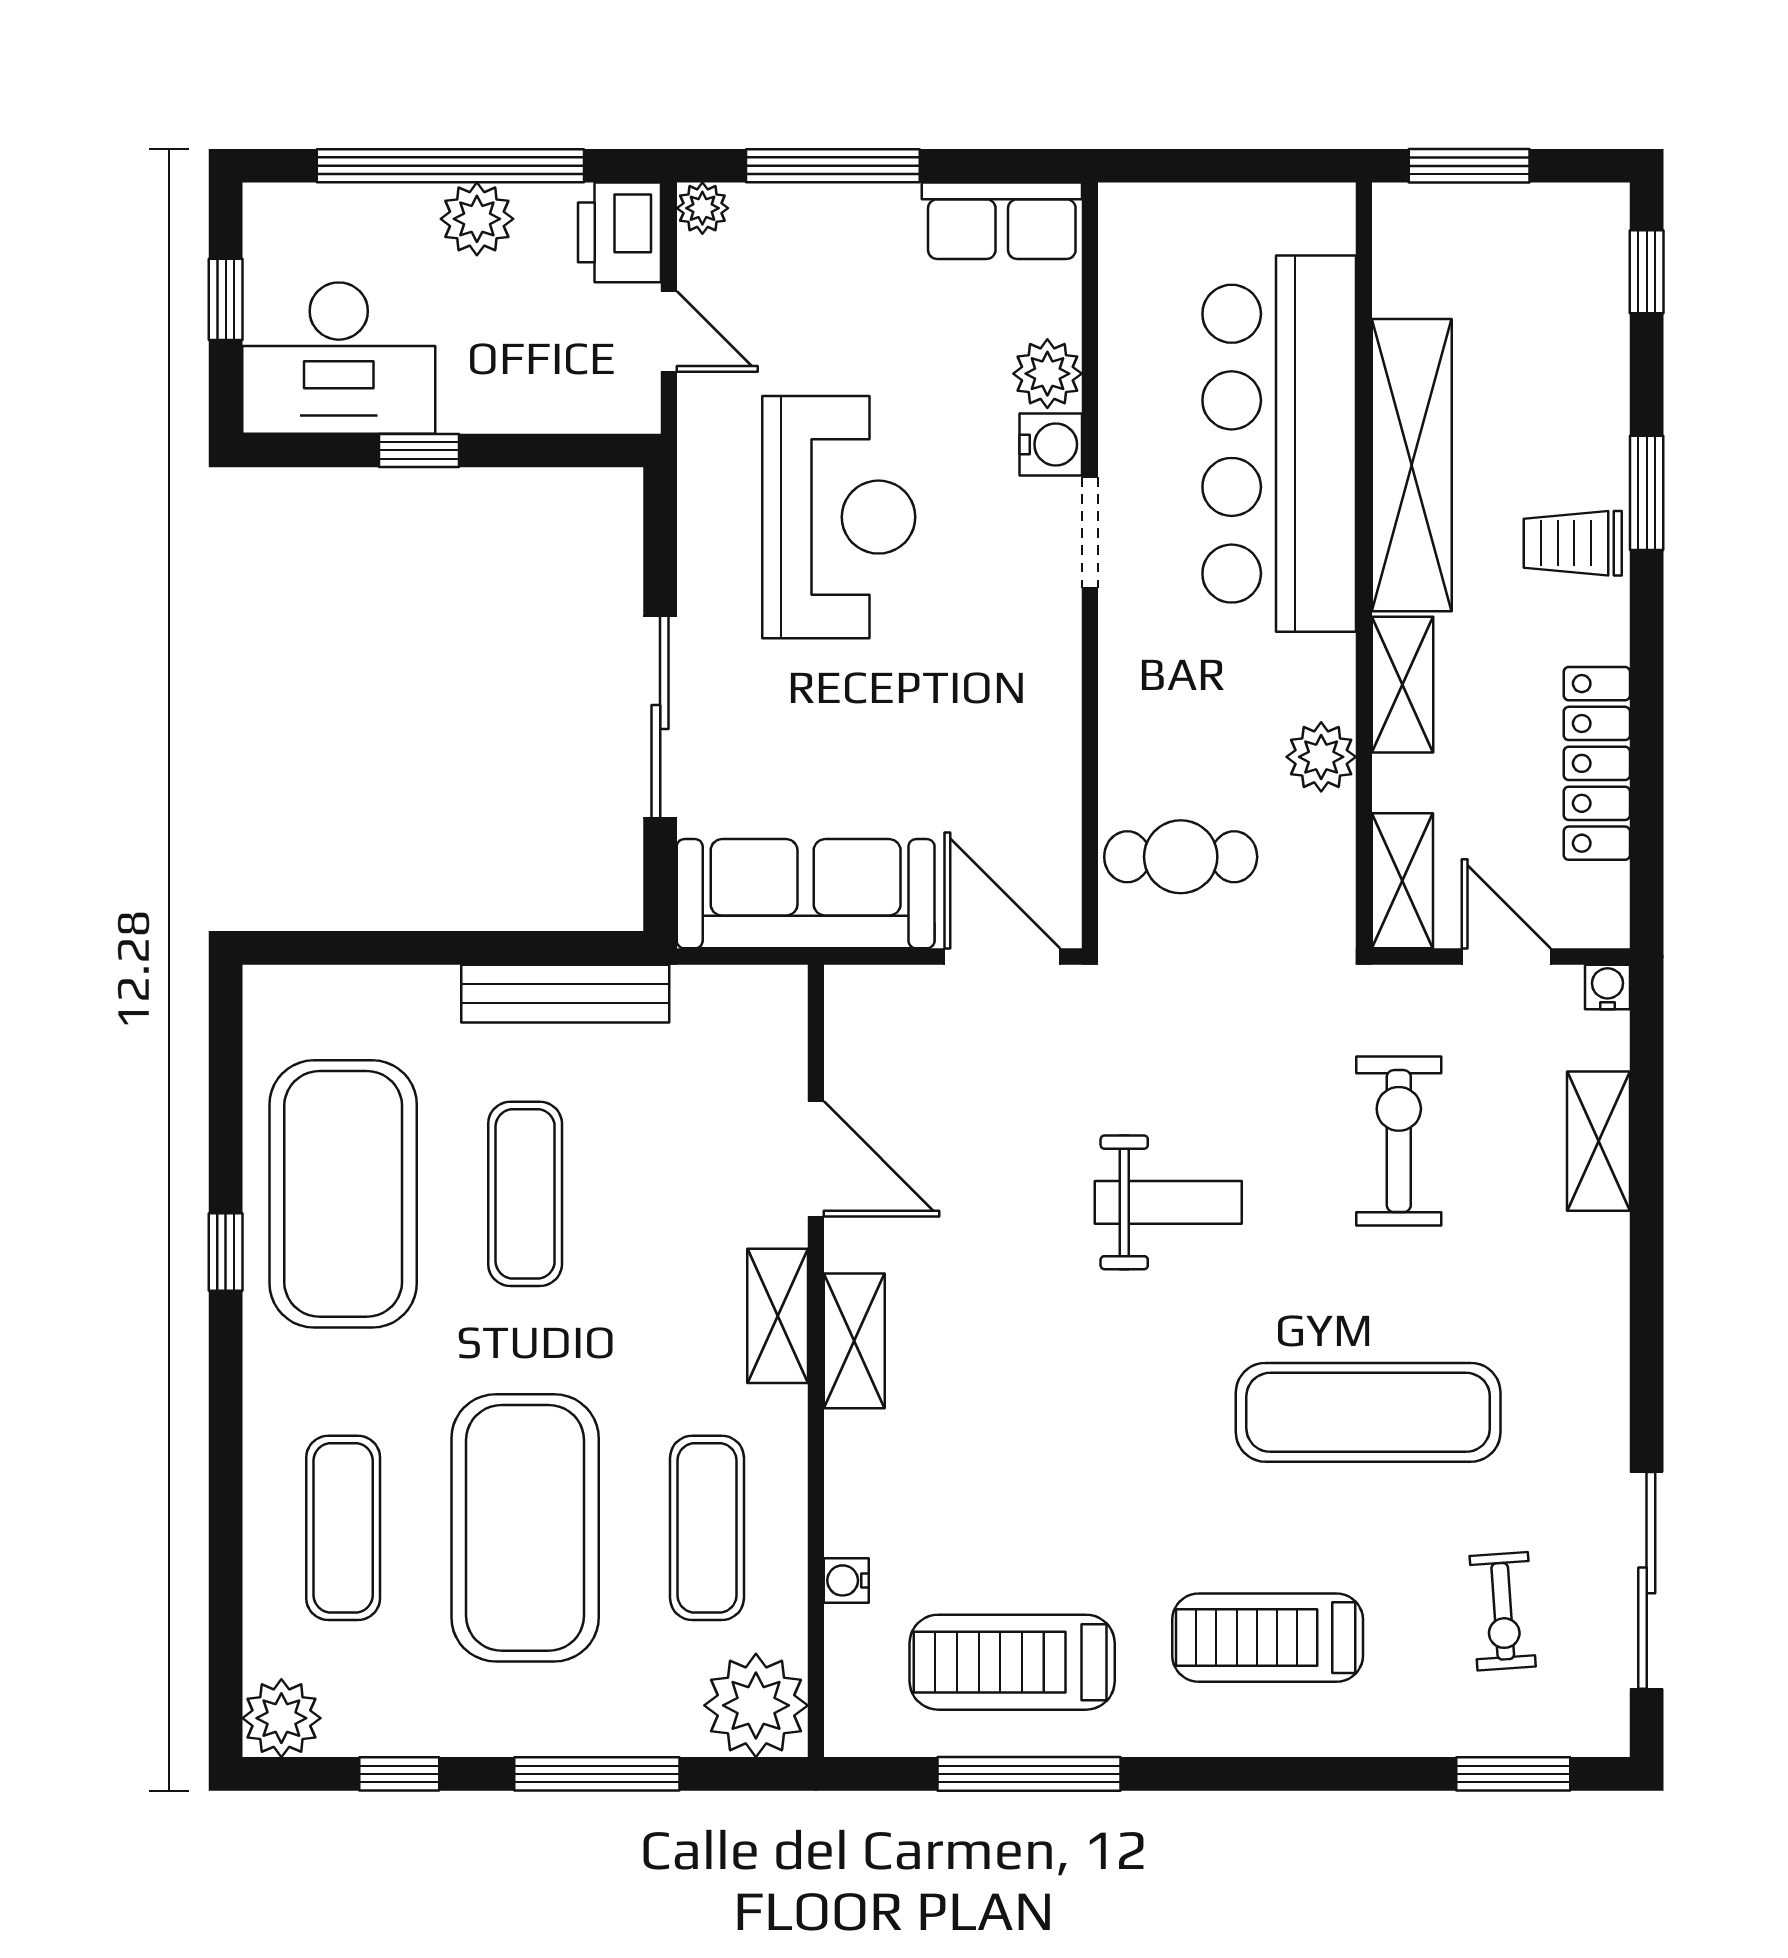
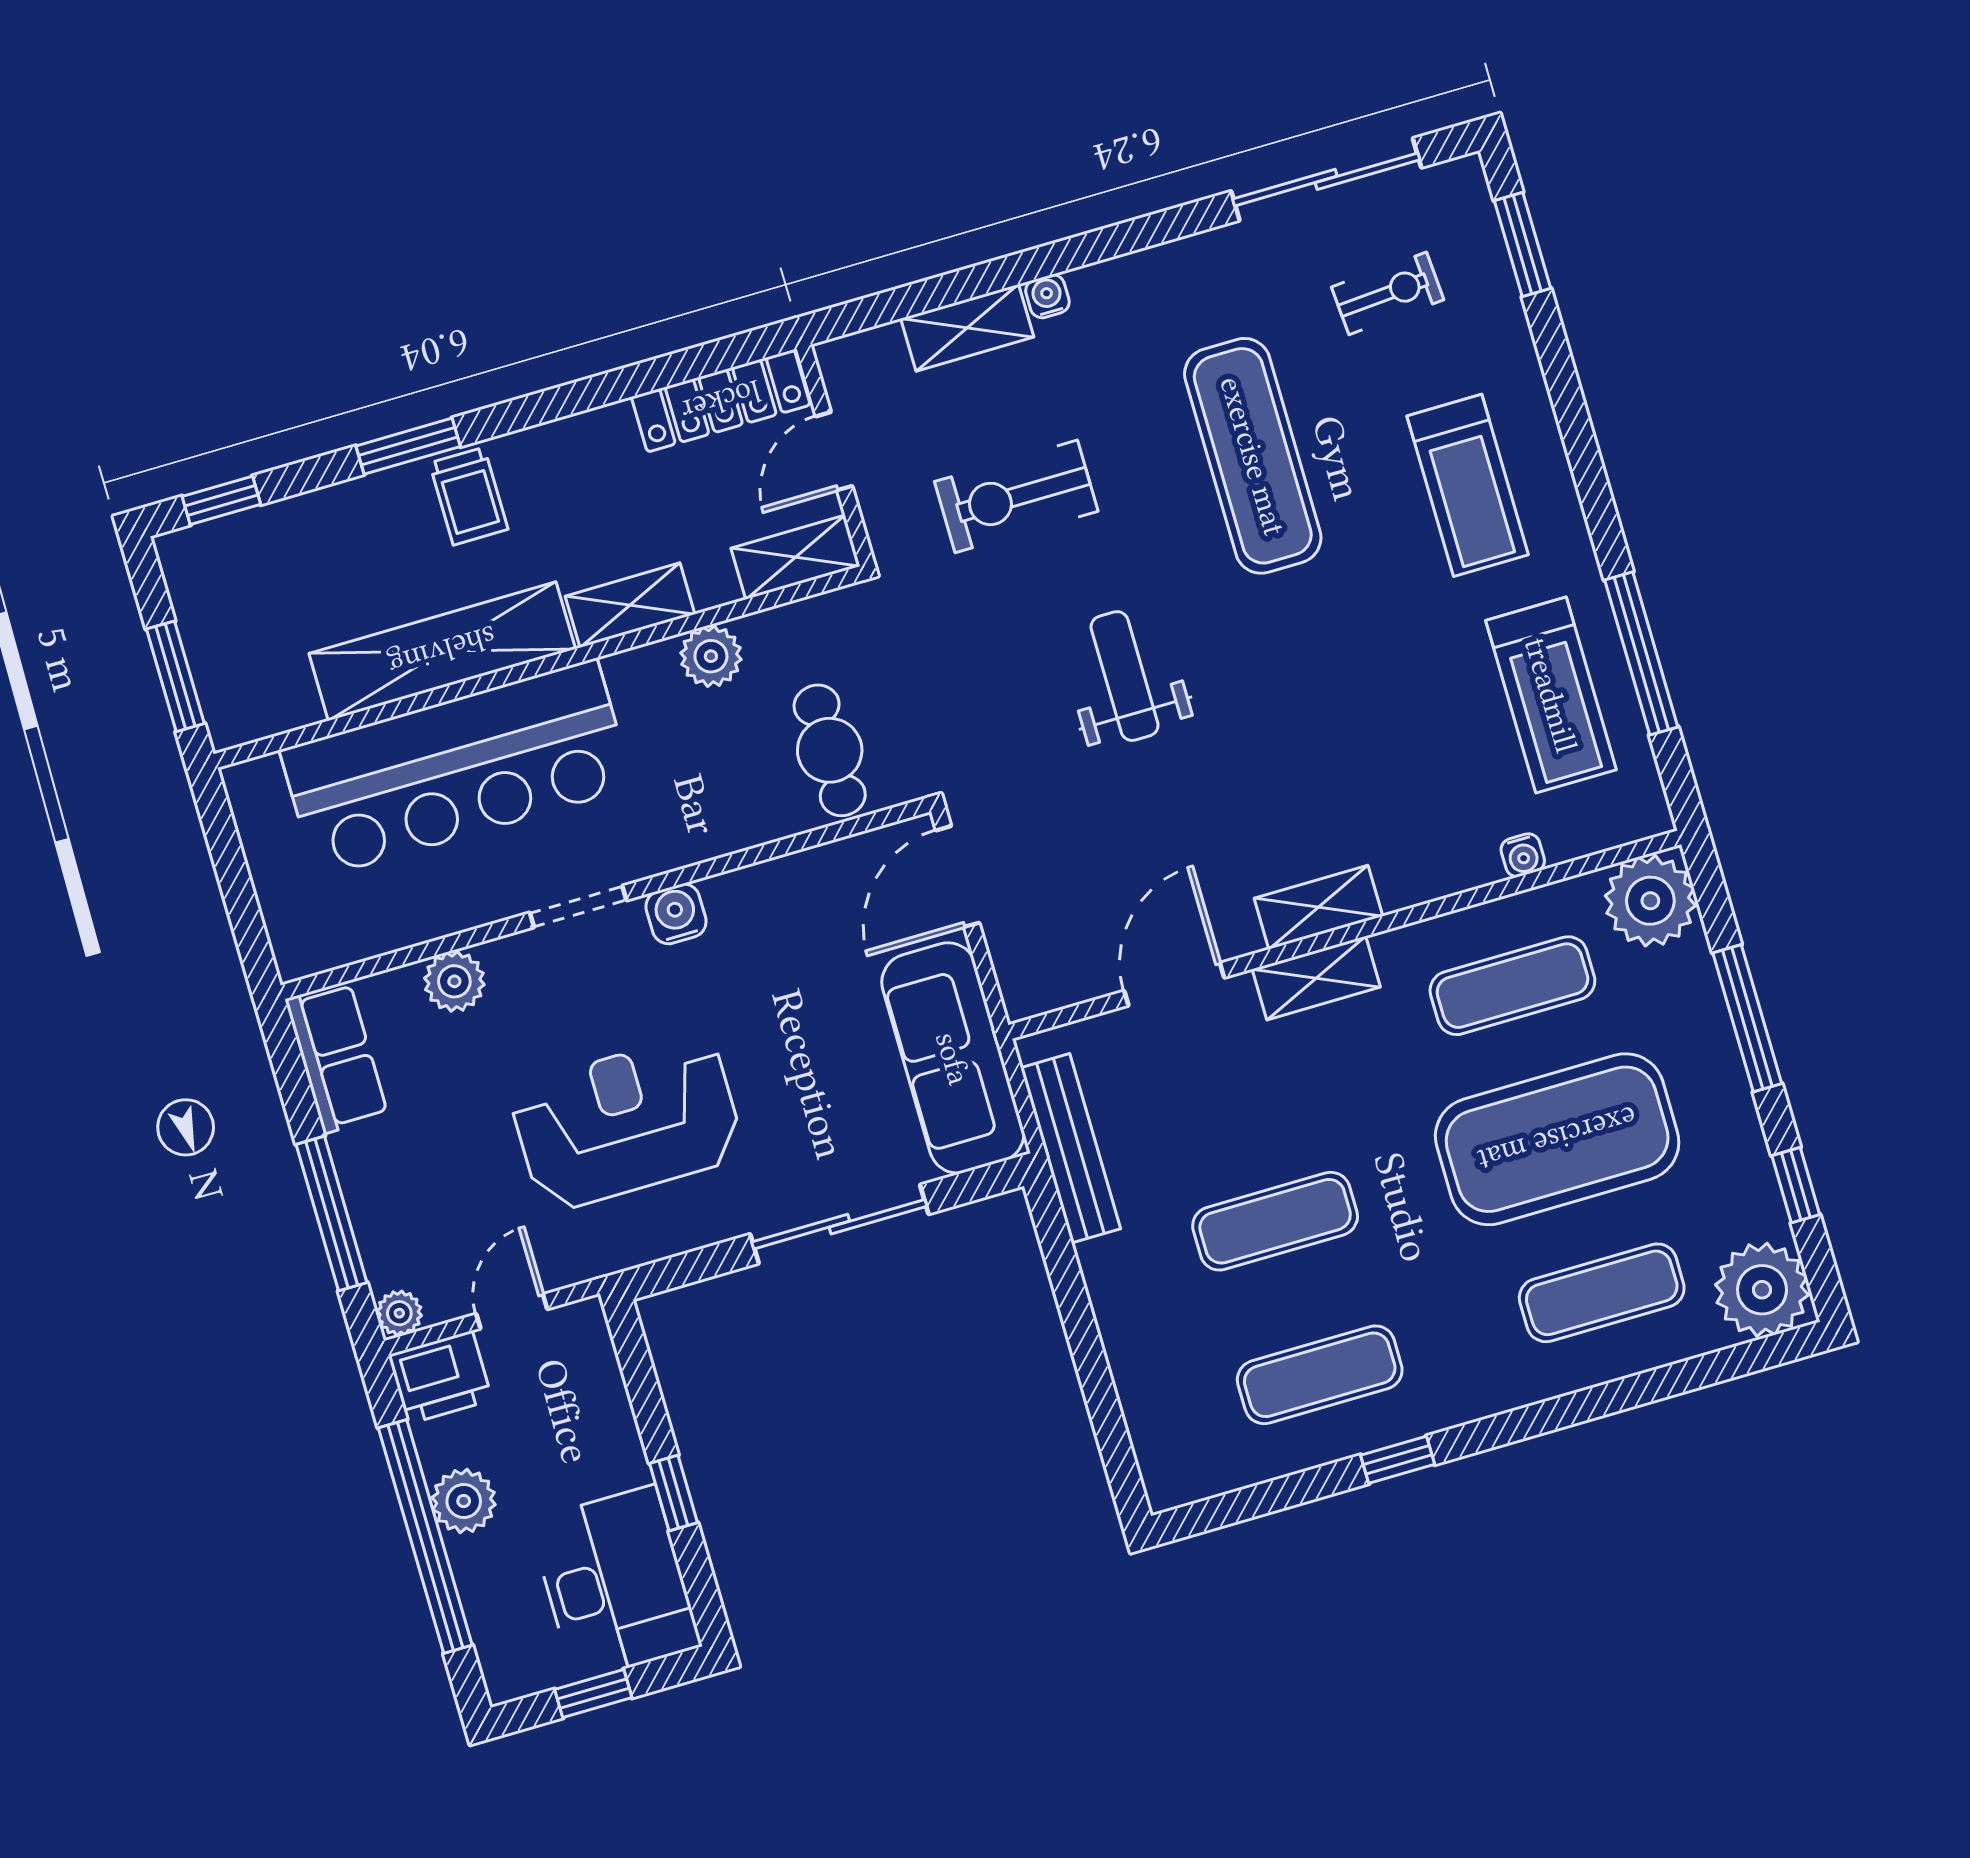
water cooler: (1051, 444) -> (676, 914), moved
locker: (1597, 763) -> (721, 401), moved
water cooler: (1608, 987) -> (1047, 296), moved, turned 90
bench: (565, 994) -> (1071, 1148), moved
exercise mat: (343, 1194) -> (1320, 1375), width x0.50, depth x0.69
plant: (281, 1718) -> (1762, 1290), width x1.36, depth x1.36

